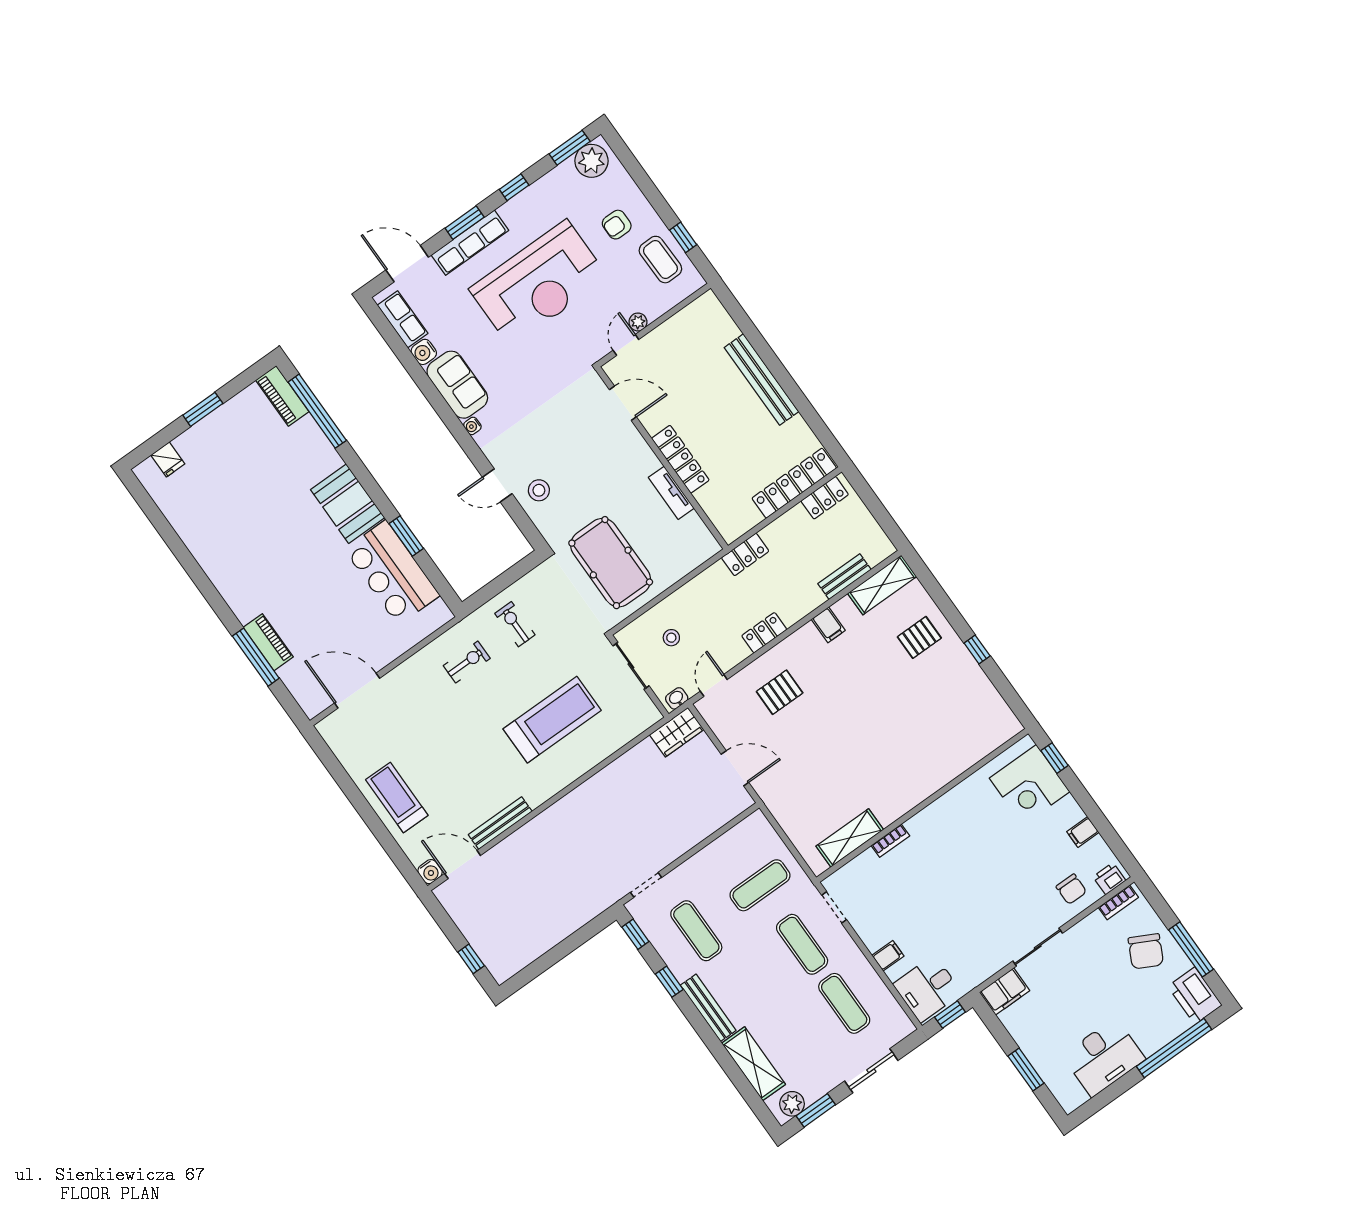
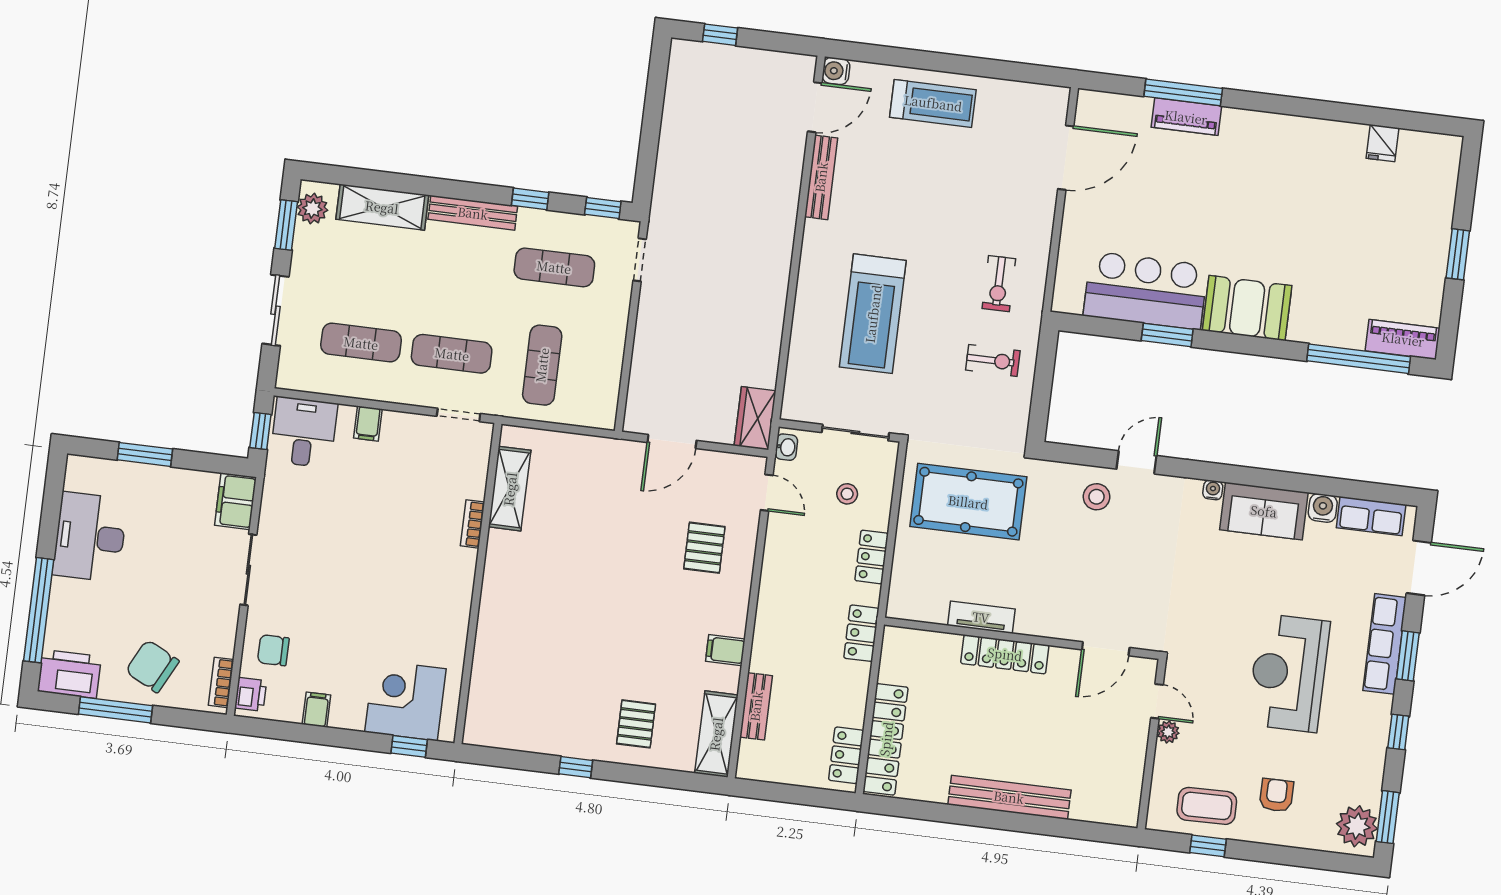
reception desk: (539, 283) -> (1289, 673), width x0.74, depth x0.77
fridge: (168, 459) -> (1383, 143), moved, turned -90
locker: (764, 633) -> (872, 557), moved, turned 180

